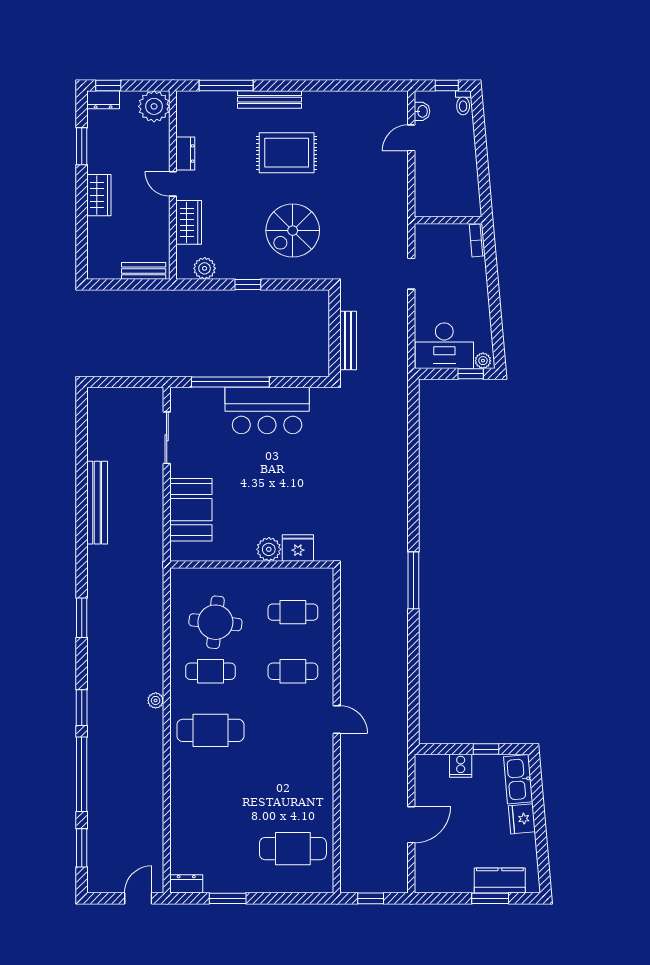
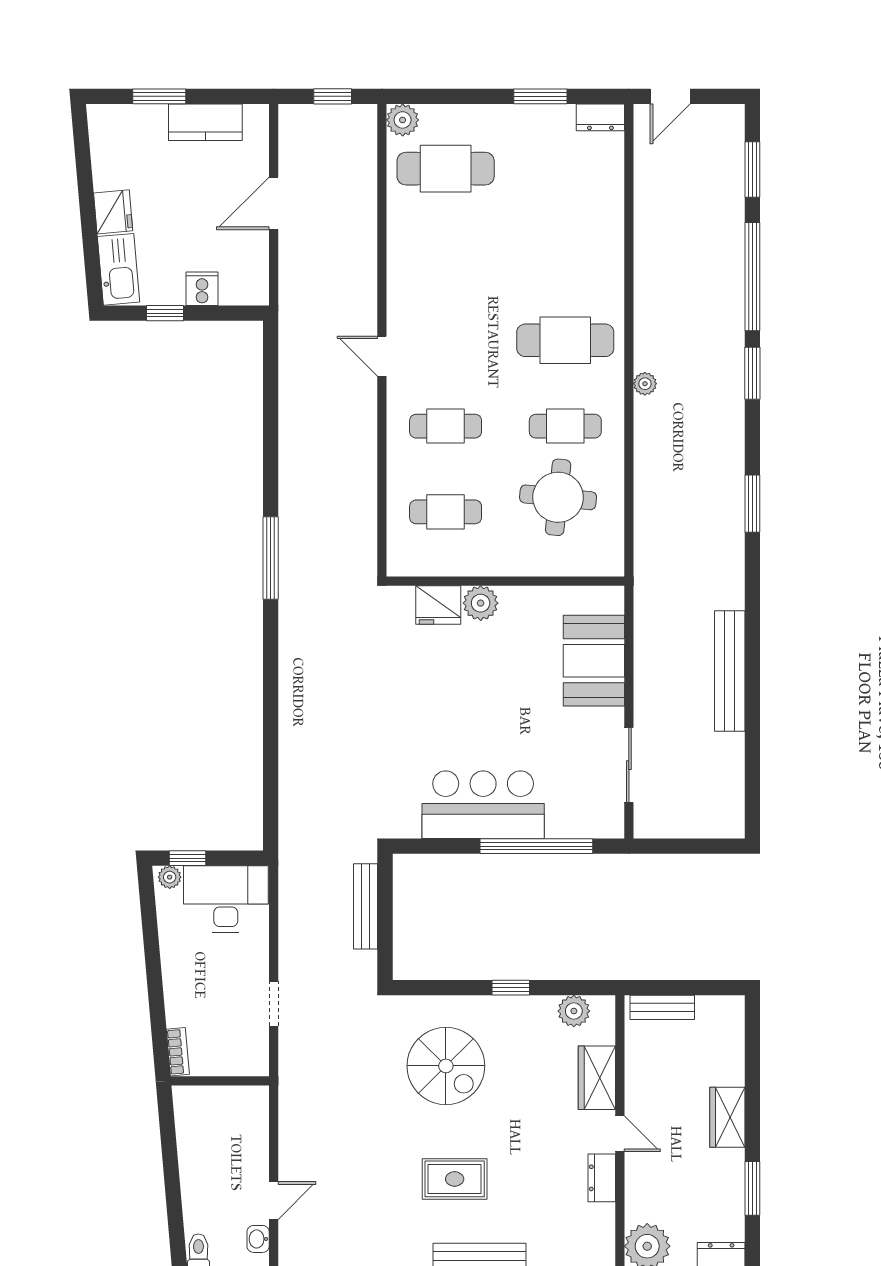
rug: (287, 153) -> (455, 1179), width x0.73, depth x0.70
spiral stairs: (293, 231) -> (446, 1066), turned 90
kitchen counter: (500, 880) -> (205, 122), moved
plant: (323, 882) -> (403, 120), added

